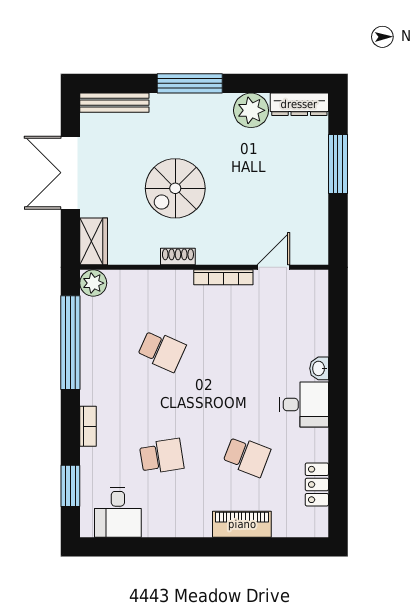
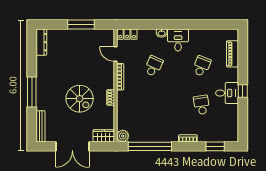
plant: (251, 110) -> (44, 64), removed
window: (338, 164) -> (81, 25), moved
school desk: (162, 351) -> (154, 66), moved
locker: (317, 484) -> (127, 34), moved
desk: (118, 512) -> (227, 93), moved
piano: (242, 524) -> (233, 54), moved
window: (192, 547) -> (243, 91), added

